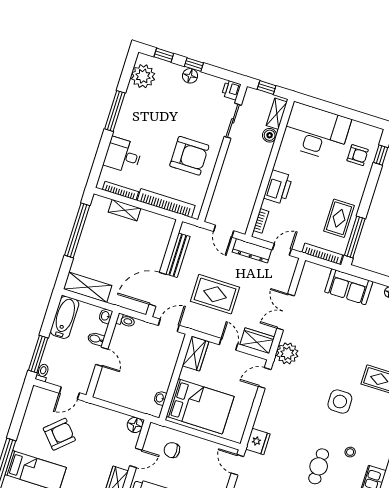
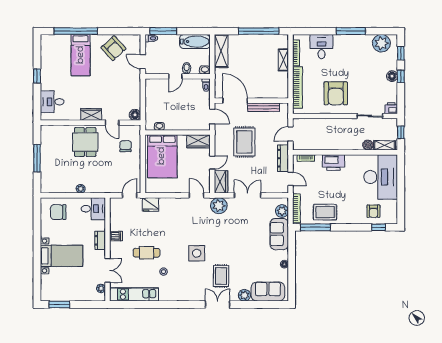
plant: (320, 274) -> (282, 211), added
armchair: (59, 434) -> (114, 48), moved

